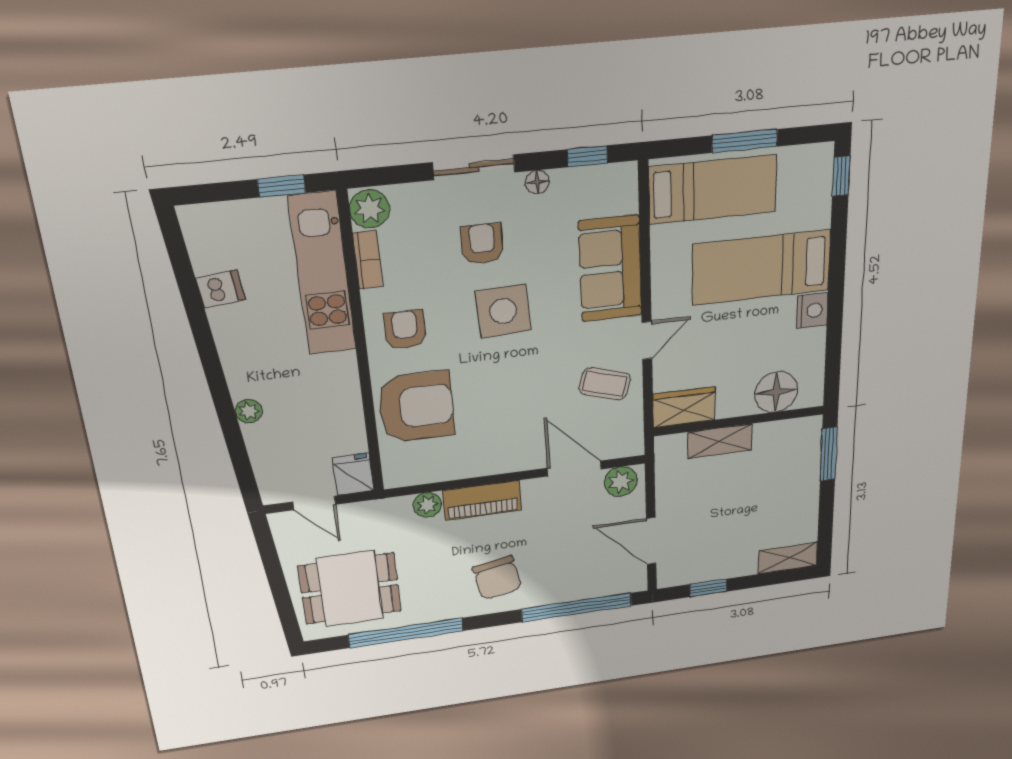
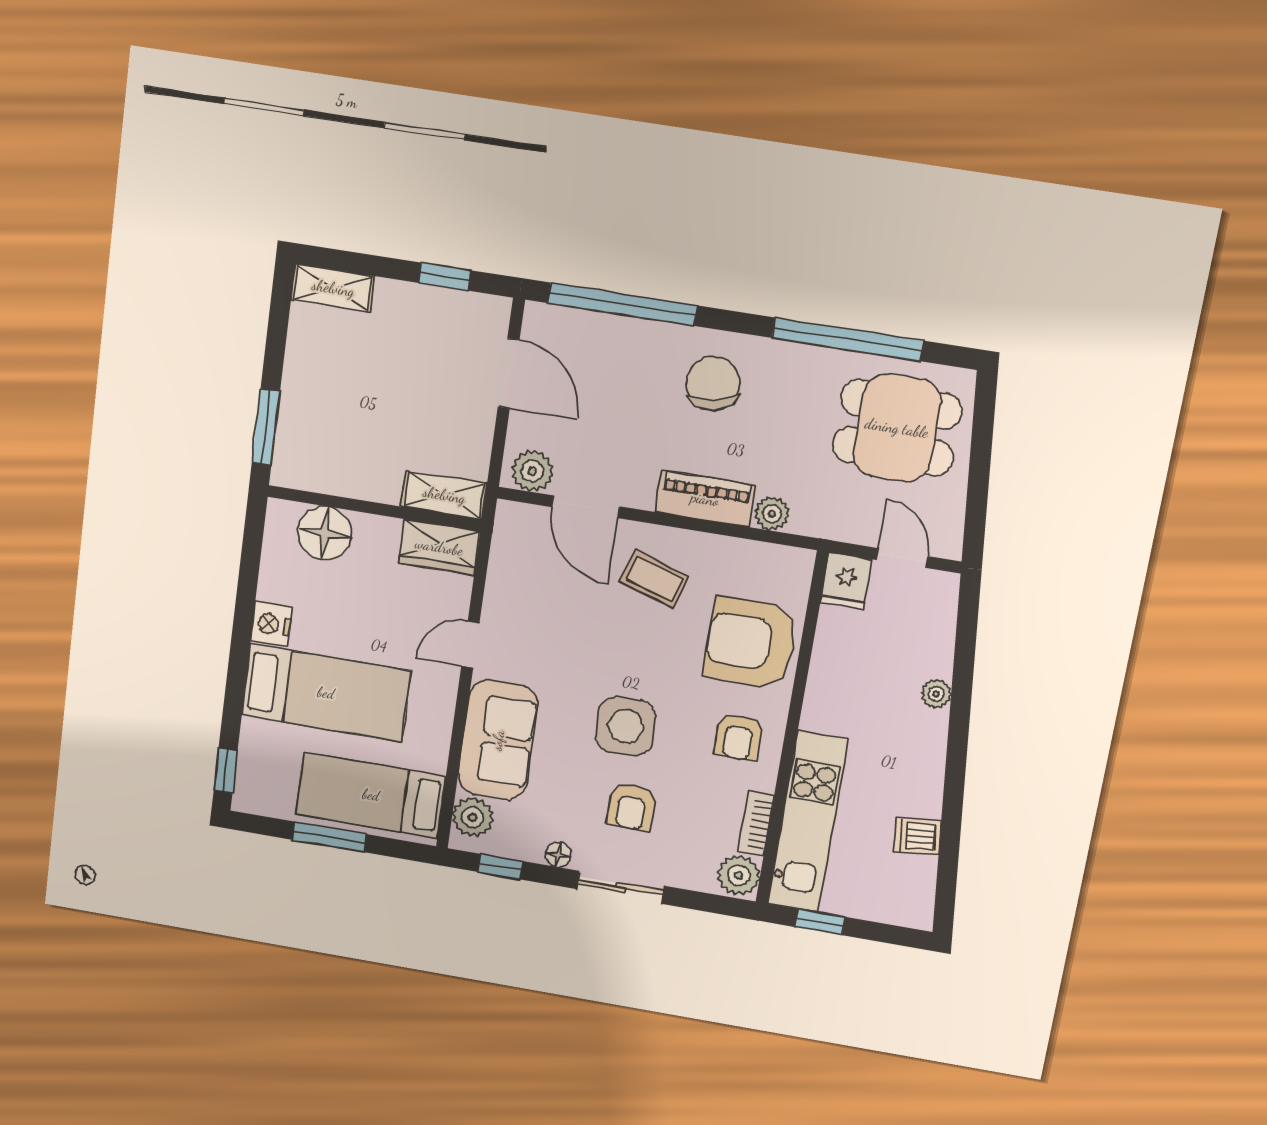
plant: (620, 195) -> (473, 817), added
coffee table: (605, 384) -> (654, 579), moved
shelving: (720, 441) -> (444, 495), moved

